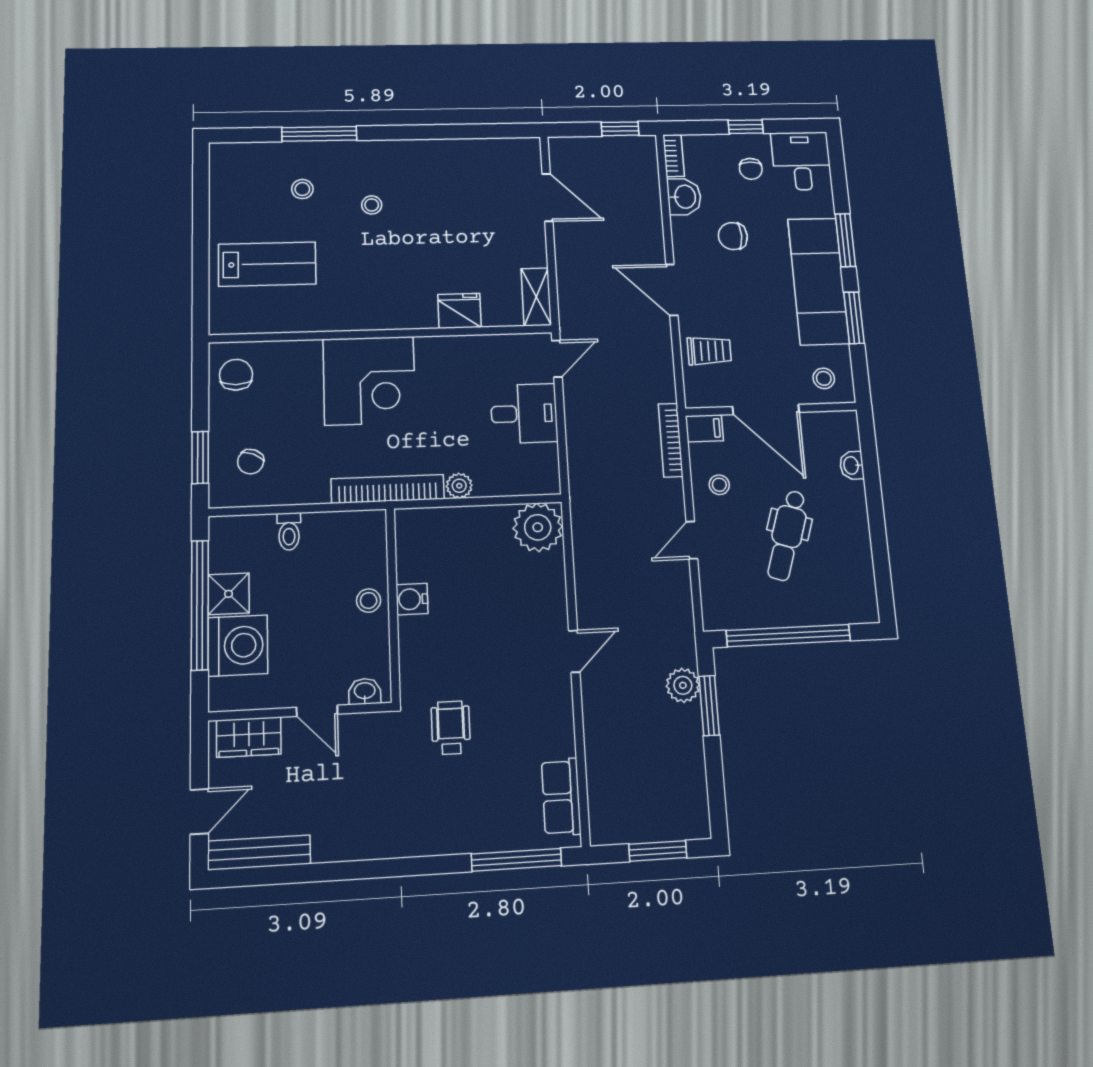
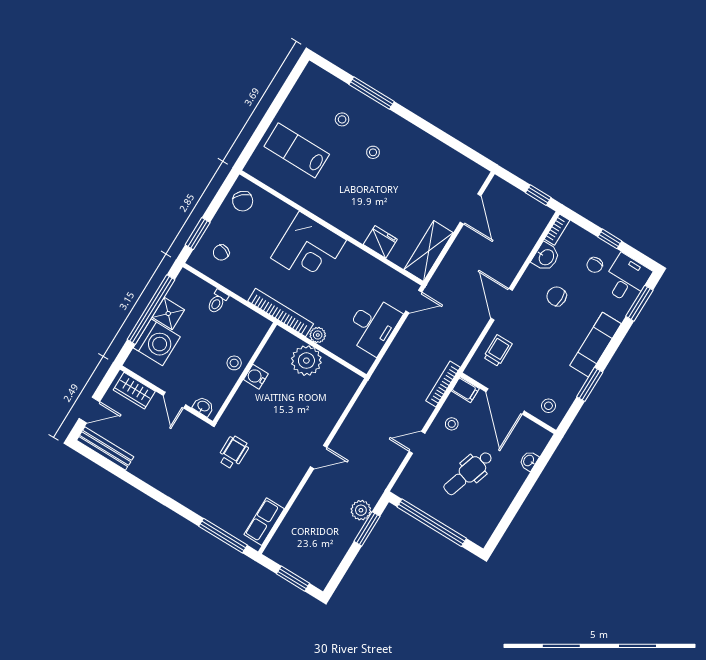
window: (845, 240) -> (639, 303), moved
lab bench: (267, 264) -> (297, 150), turned 180
exam couch: (818, 281) -> (596, 345), width x0.73, depth x0.69
shelving: (536, 297) -> (429, 251), width x1.50, depth x1.33
trolley: (709, 351) -> (498, 351), turned -90
chair: (236, 375) -> (243, 201), turned 138
desk: (524, 414) -> (373, 325), width x1.37
plant: (538, 527) -> (306, 361), moved

